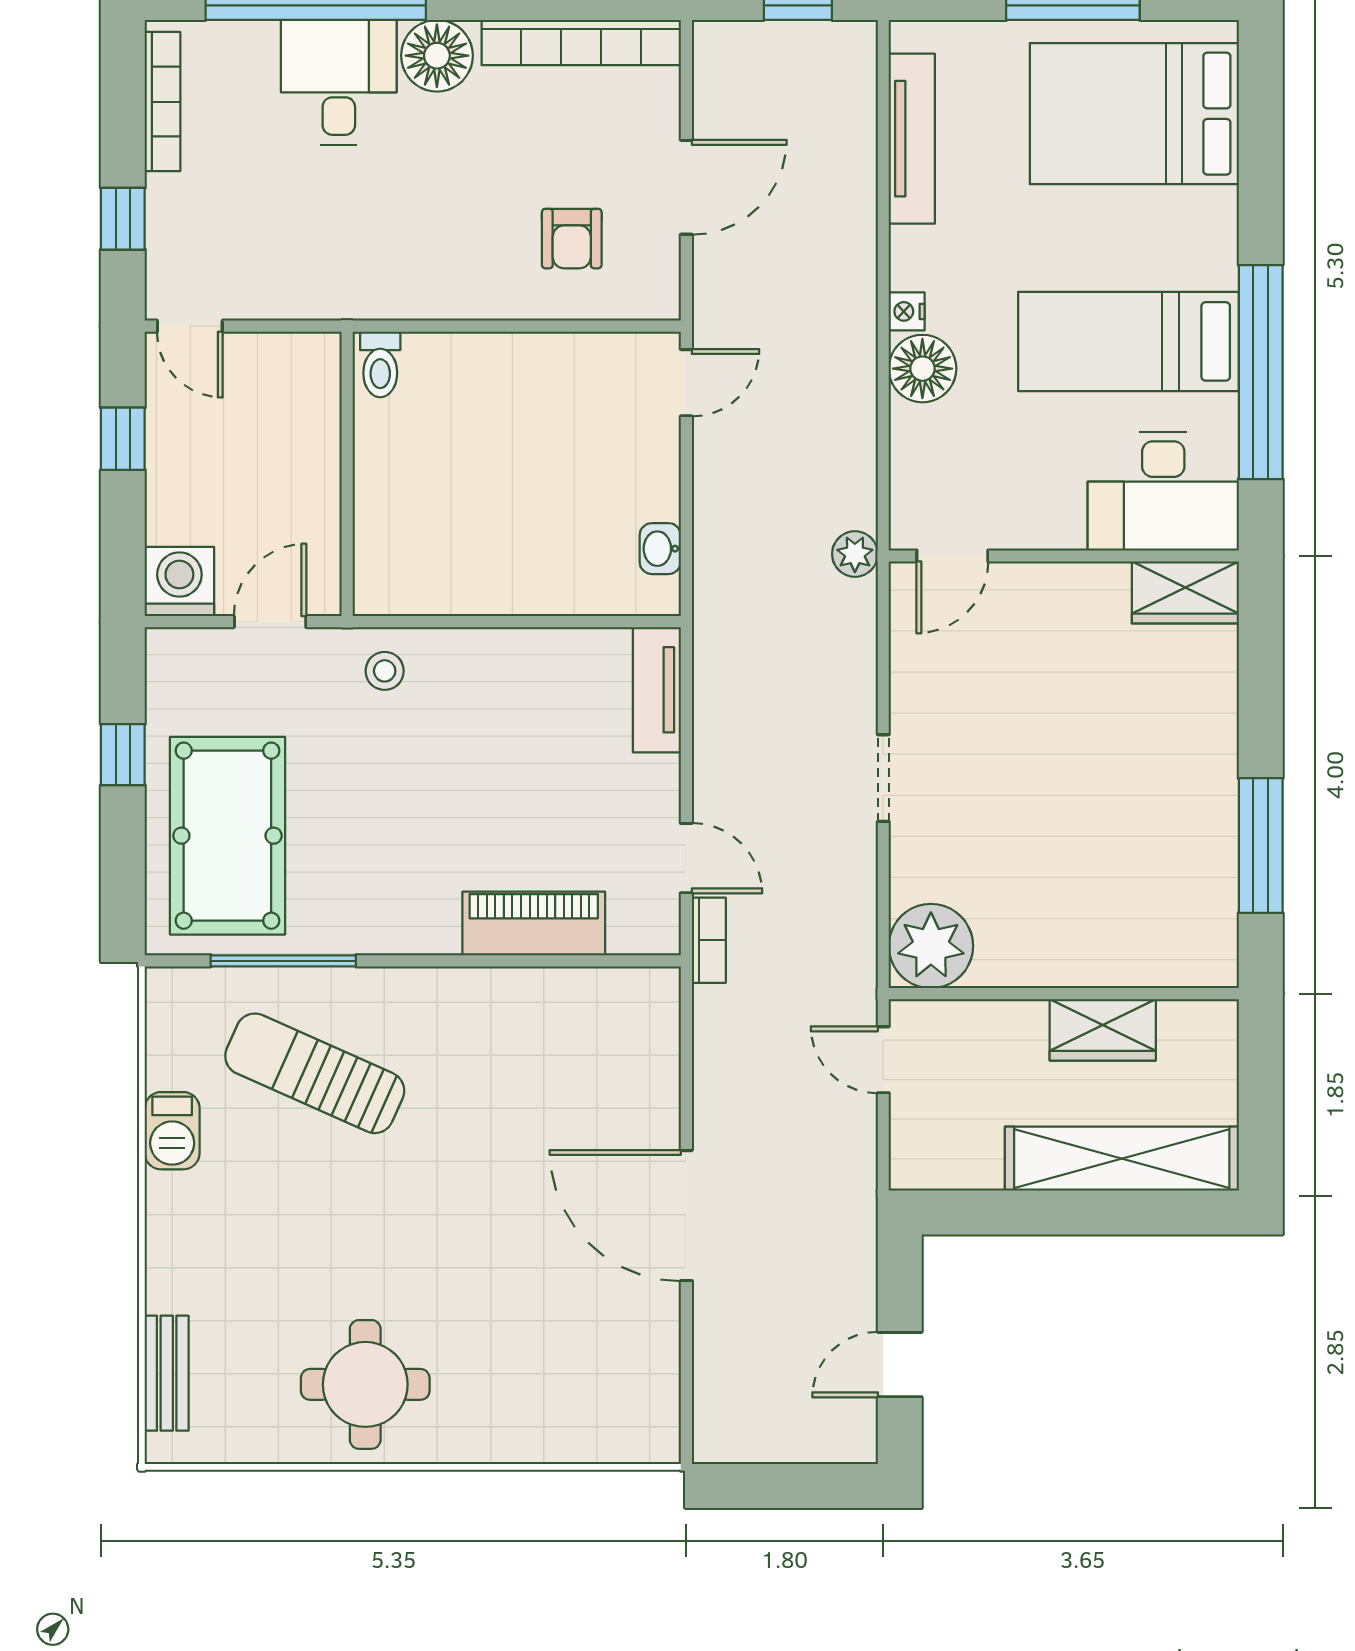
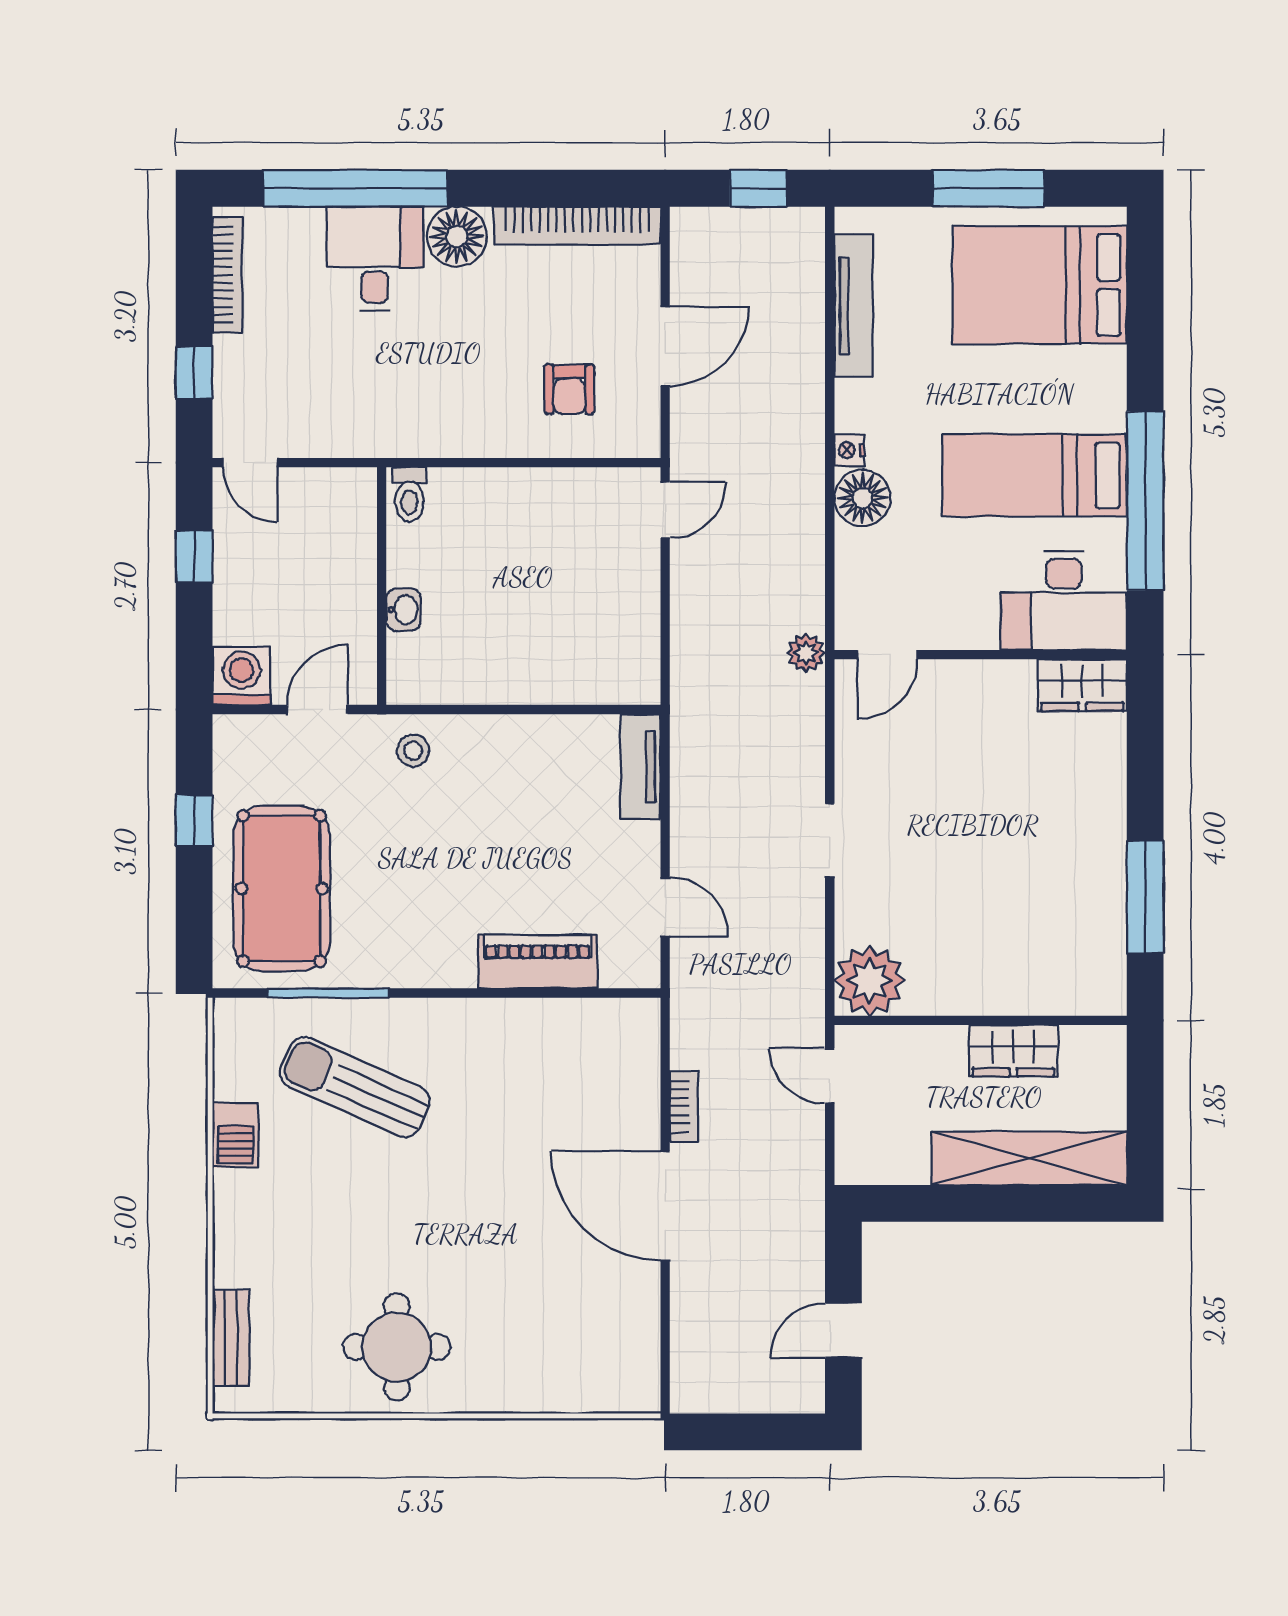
washbasin: (660, 549) -> (403, 610), moved, turned 180
bookcase: (709, 940) -> (684, 1107), moved

